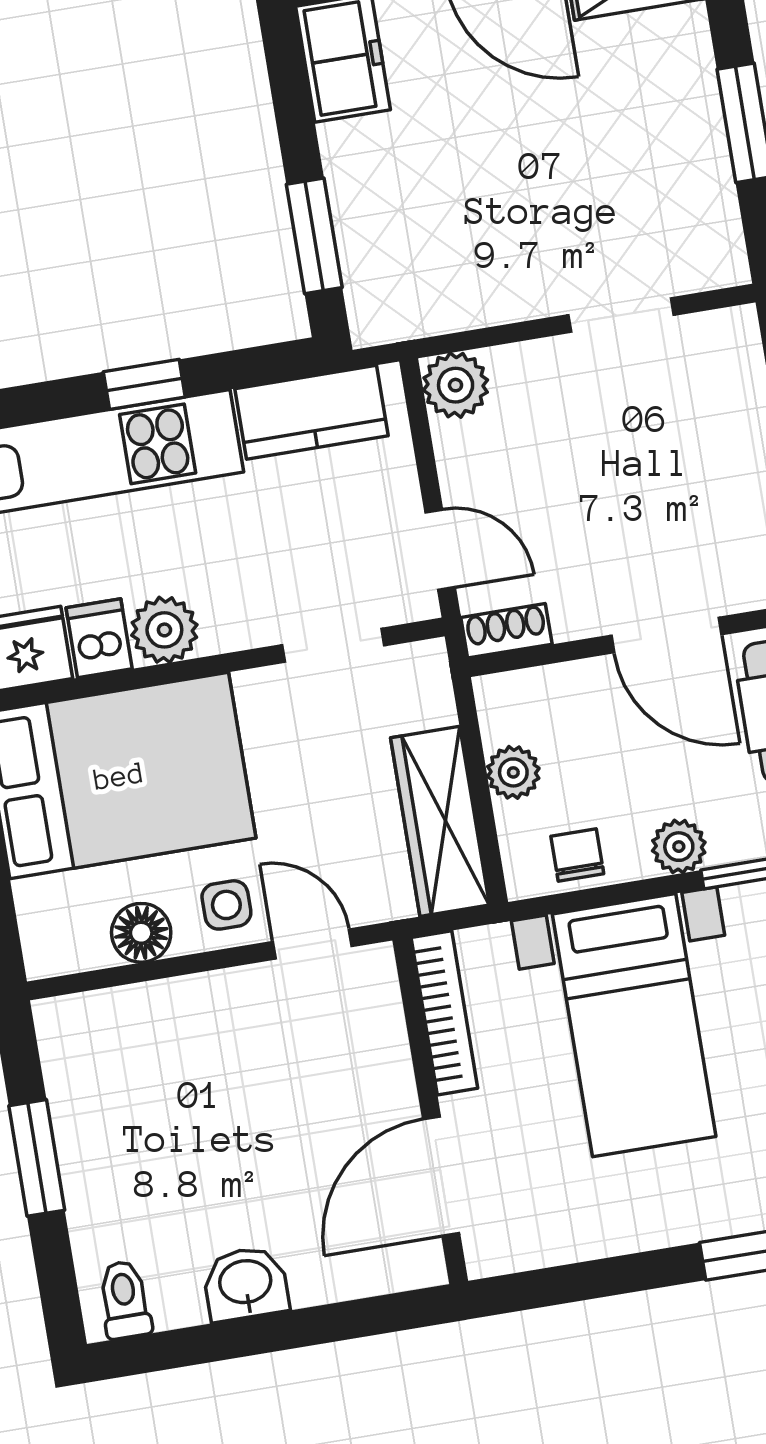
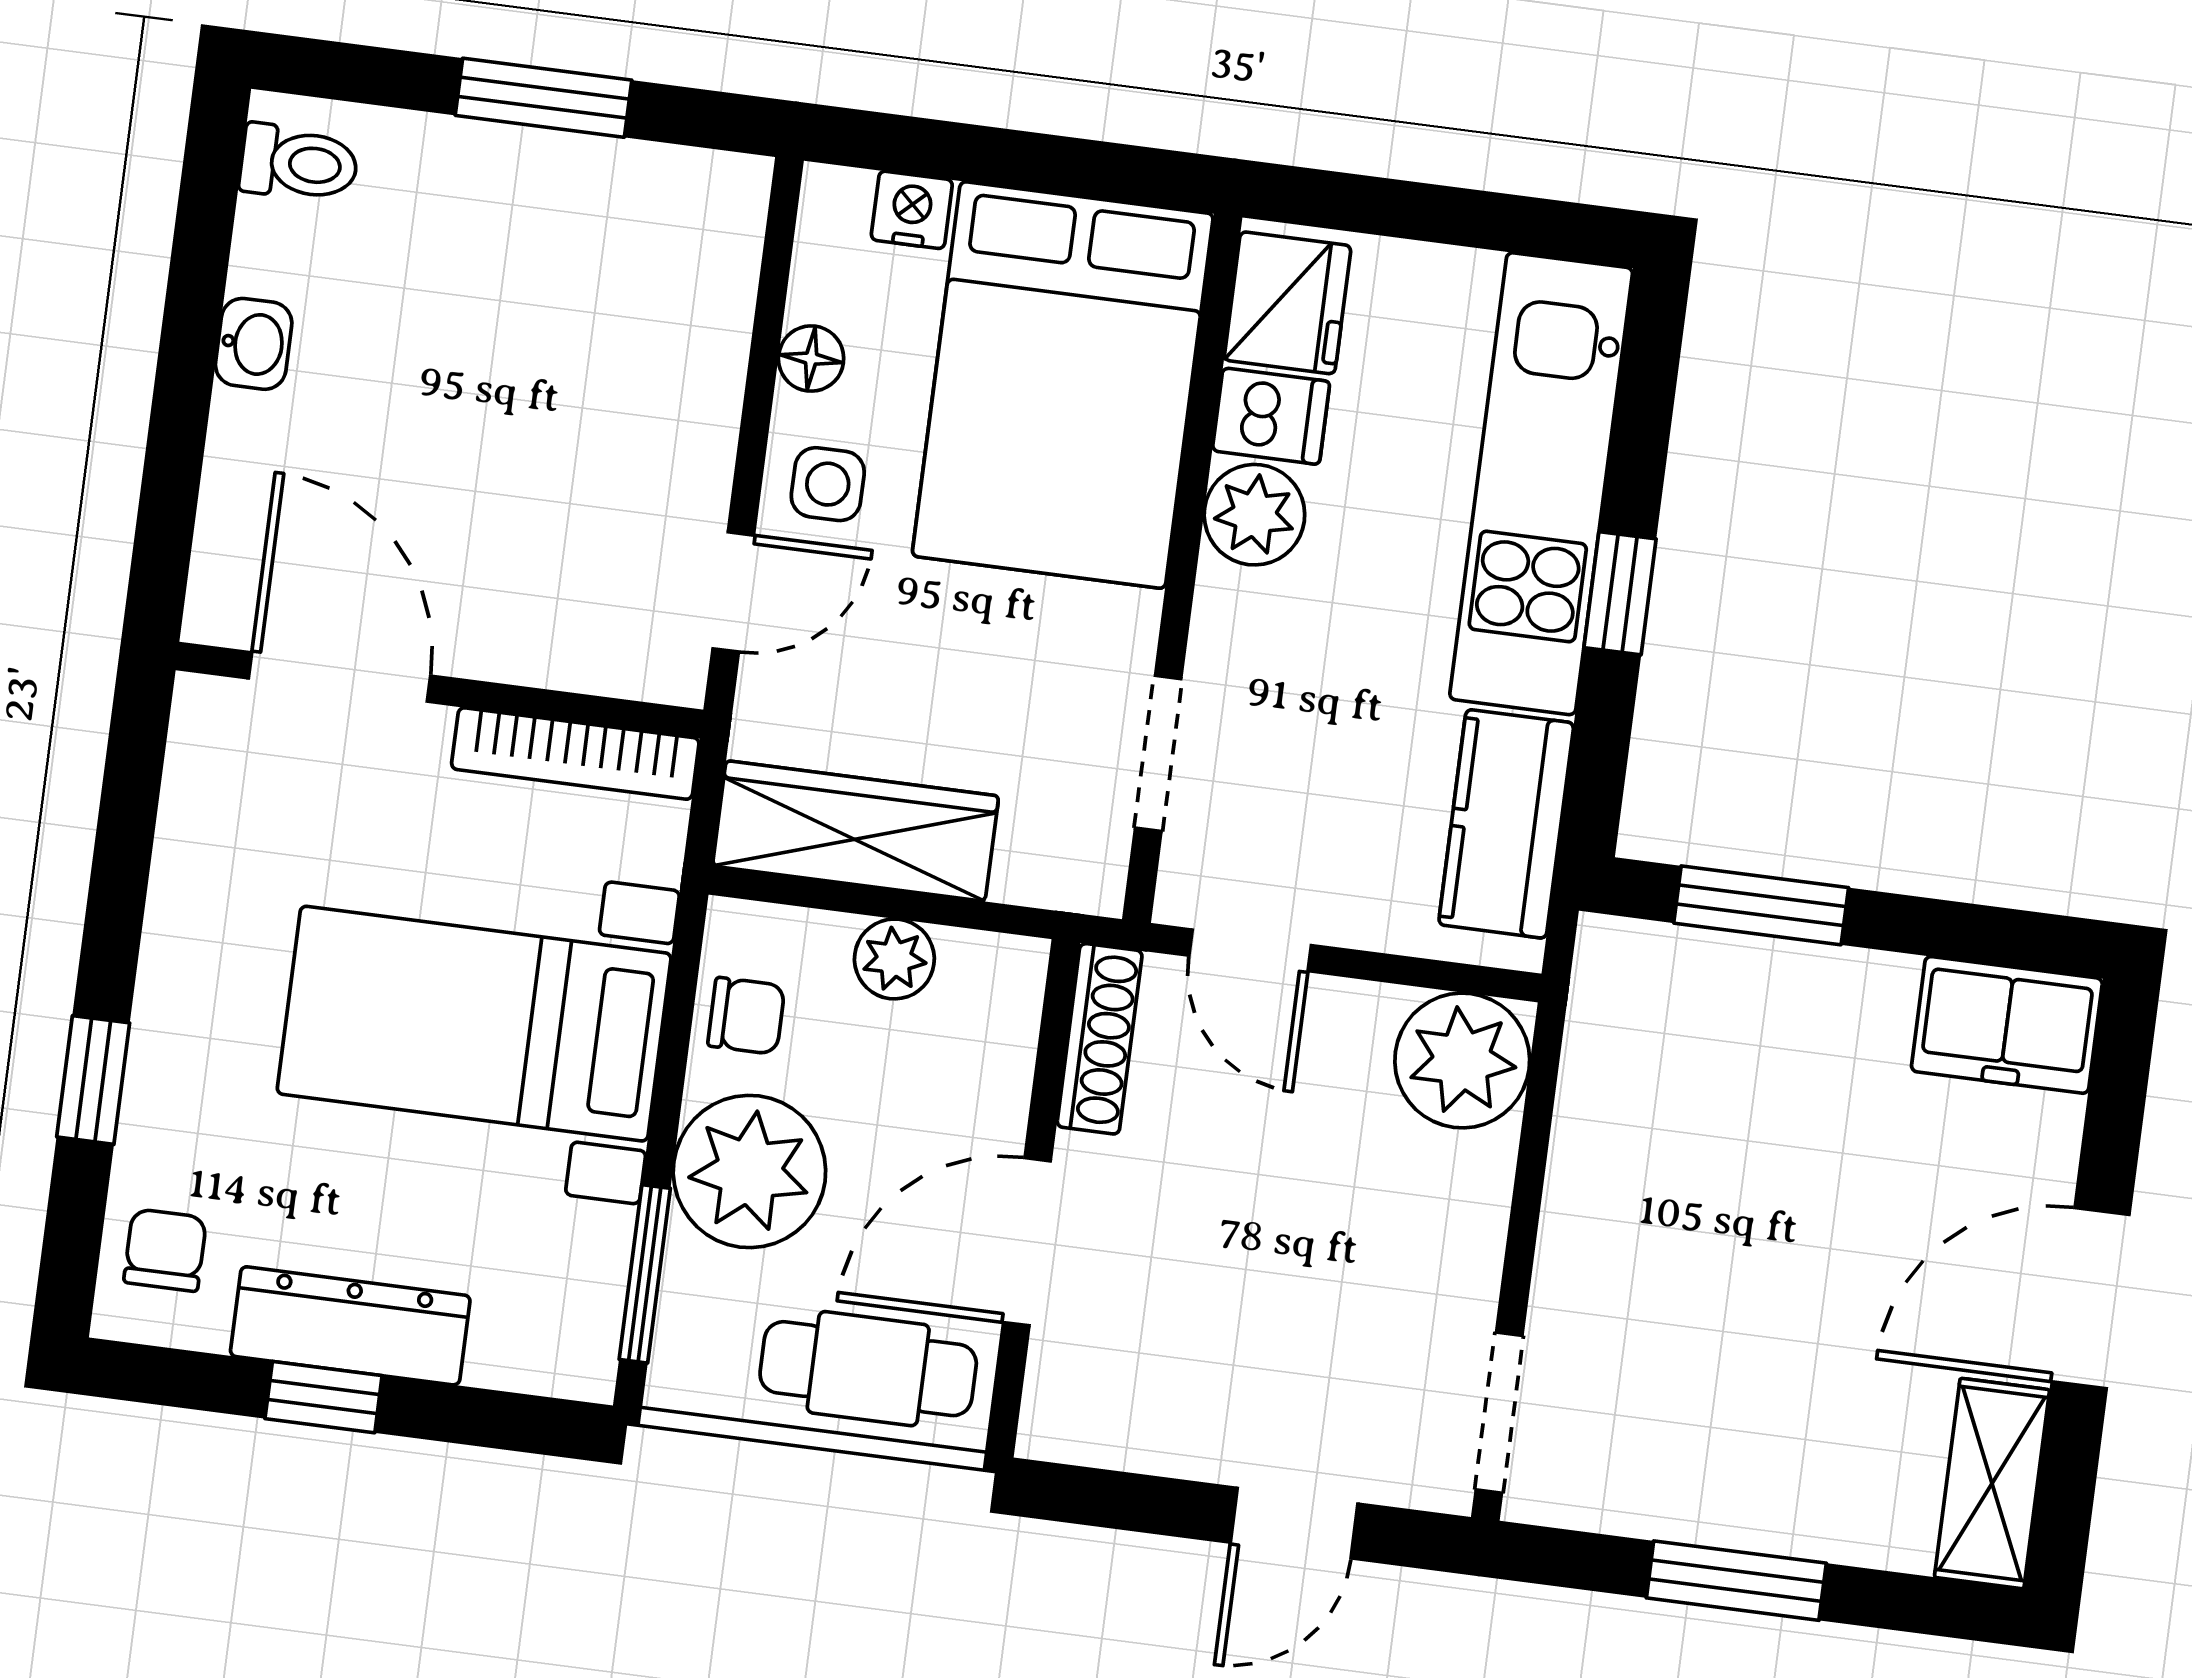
doorway: (621, 315) -> (1499, 1413), moved
plant: (456, 385) -> (1462, 1061), width x1.36, depth x1.36
door: (440, 550) -> (1250, 950), hinge flipped
shoe rack: (506, 631) -> (1100, 1039), width x1.43
plant: (679, 847) -> (749, 1171), width x1.88, depth x1.88
nightstand: (37, 904) -> (912, 210), added
floor lamp: (141, 933) -> (811, 359), width x0.73, depth x0.73
washbasin: (246, 1284) -> (254, 344), width x0.72, depth x0.69

